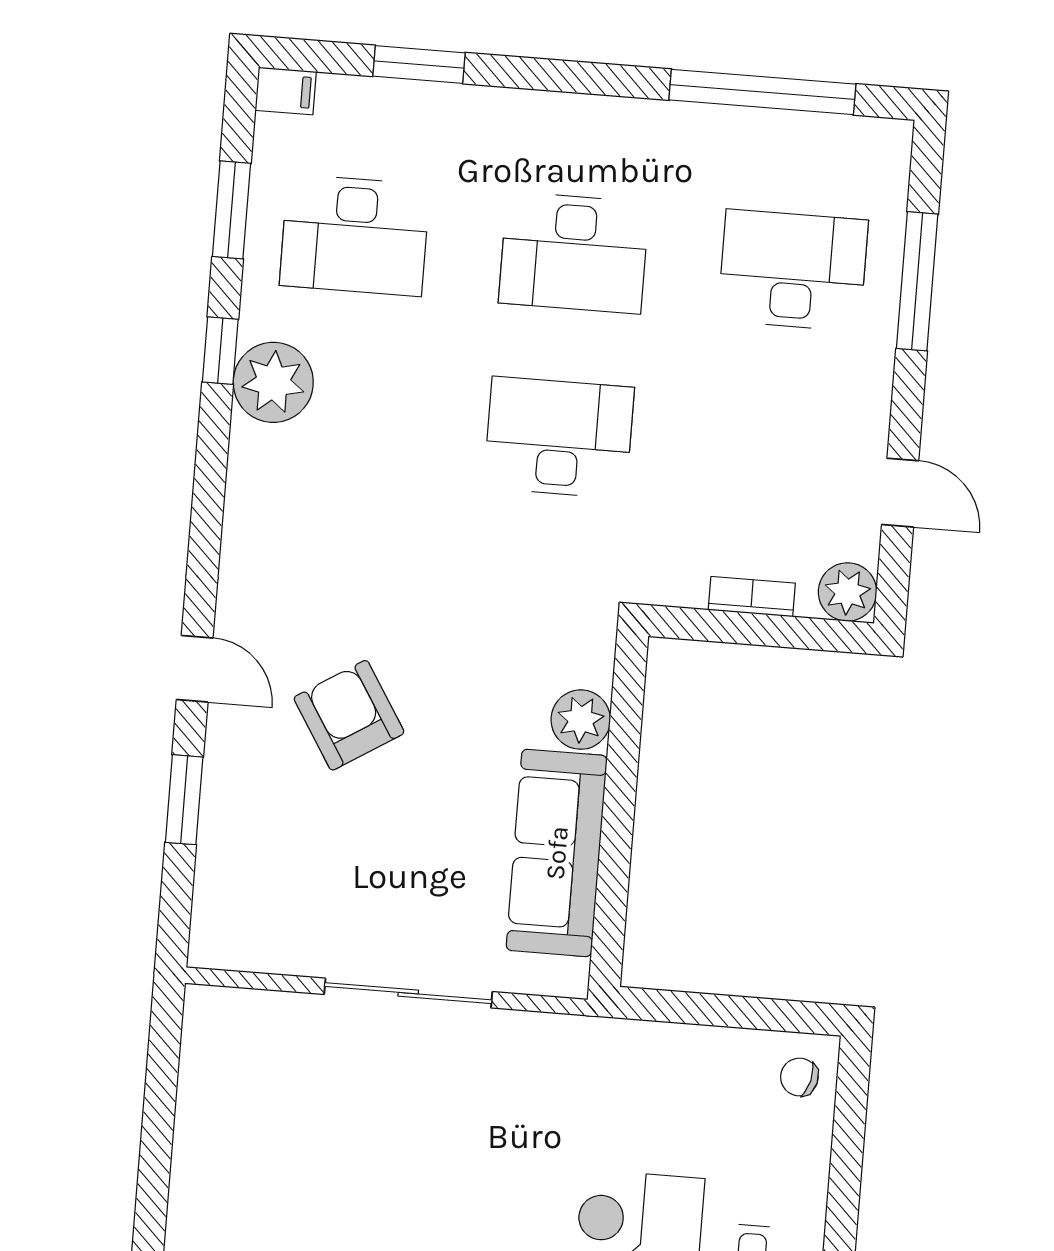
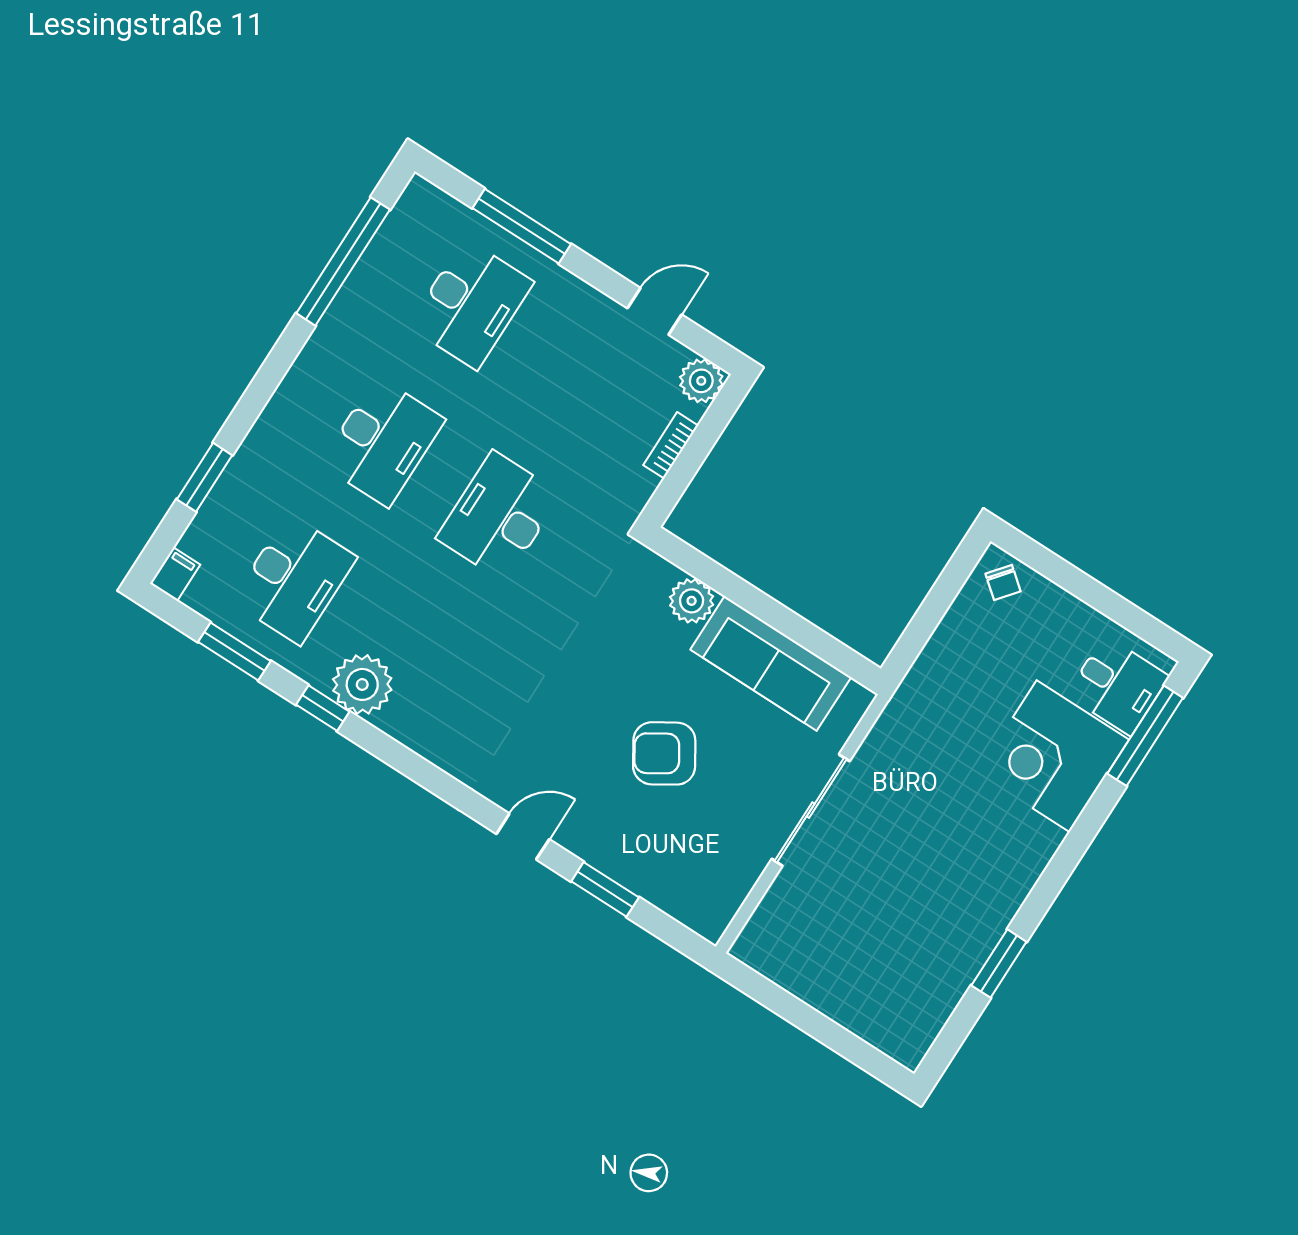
desk: (793, 270) -> (471, 304), turned 180
armchair: (349, 715) -> (664, 753), moved
chair: (799, 1077) -> (1003, 583), turned -65

